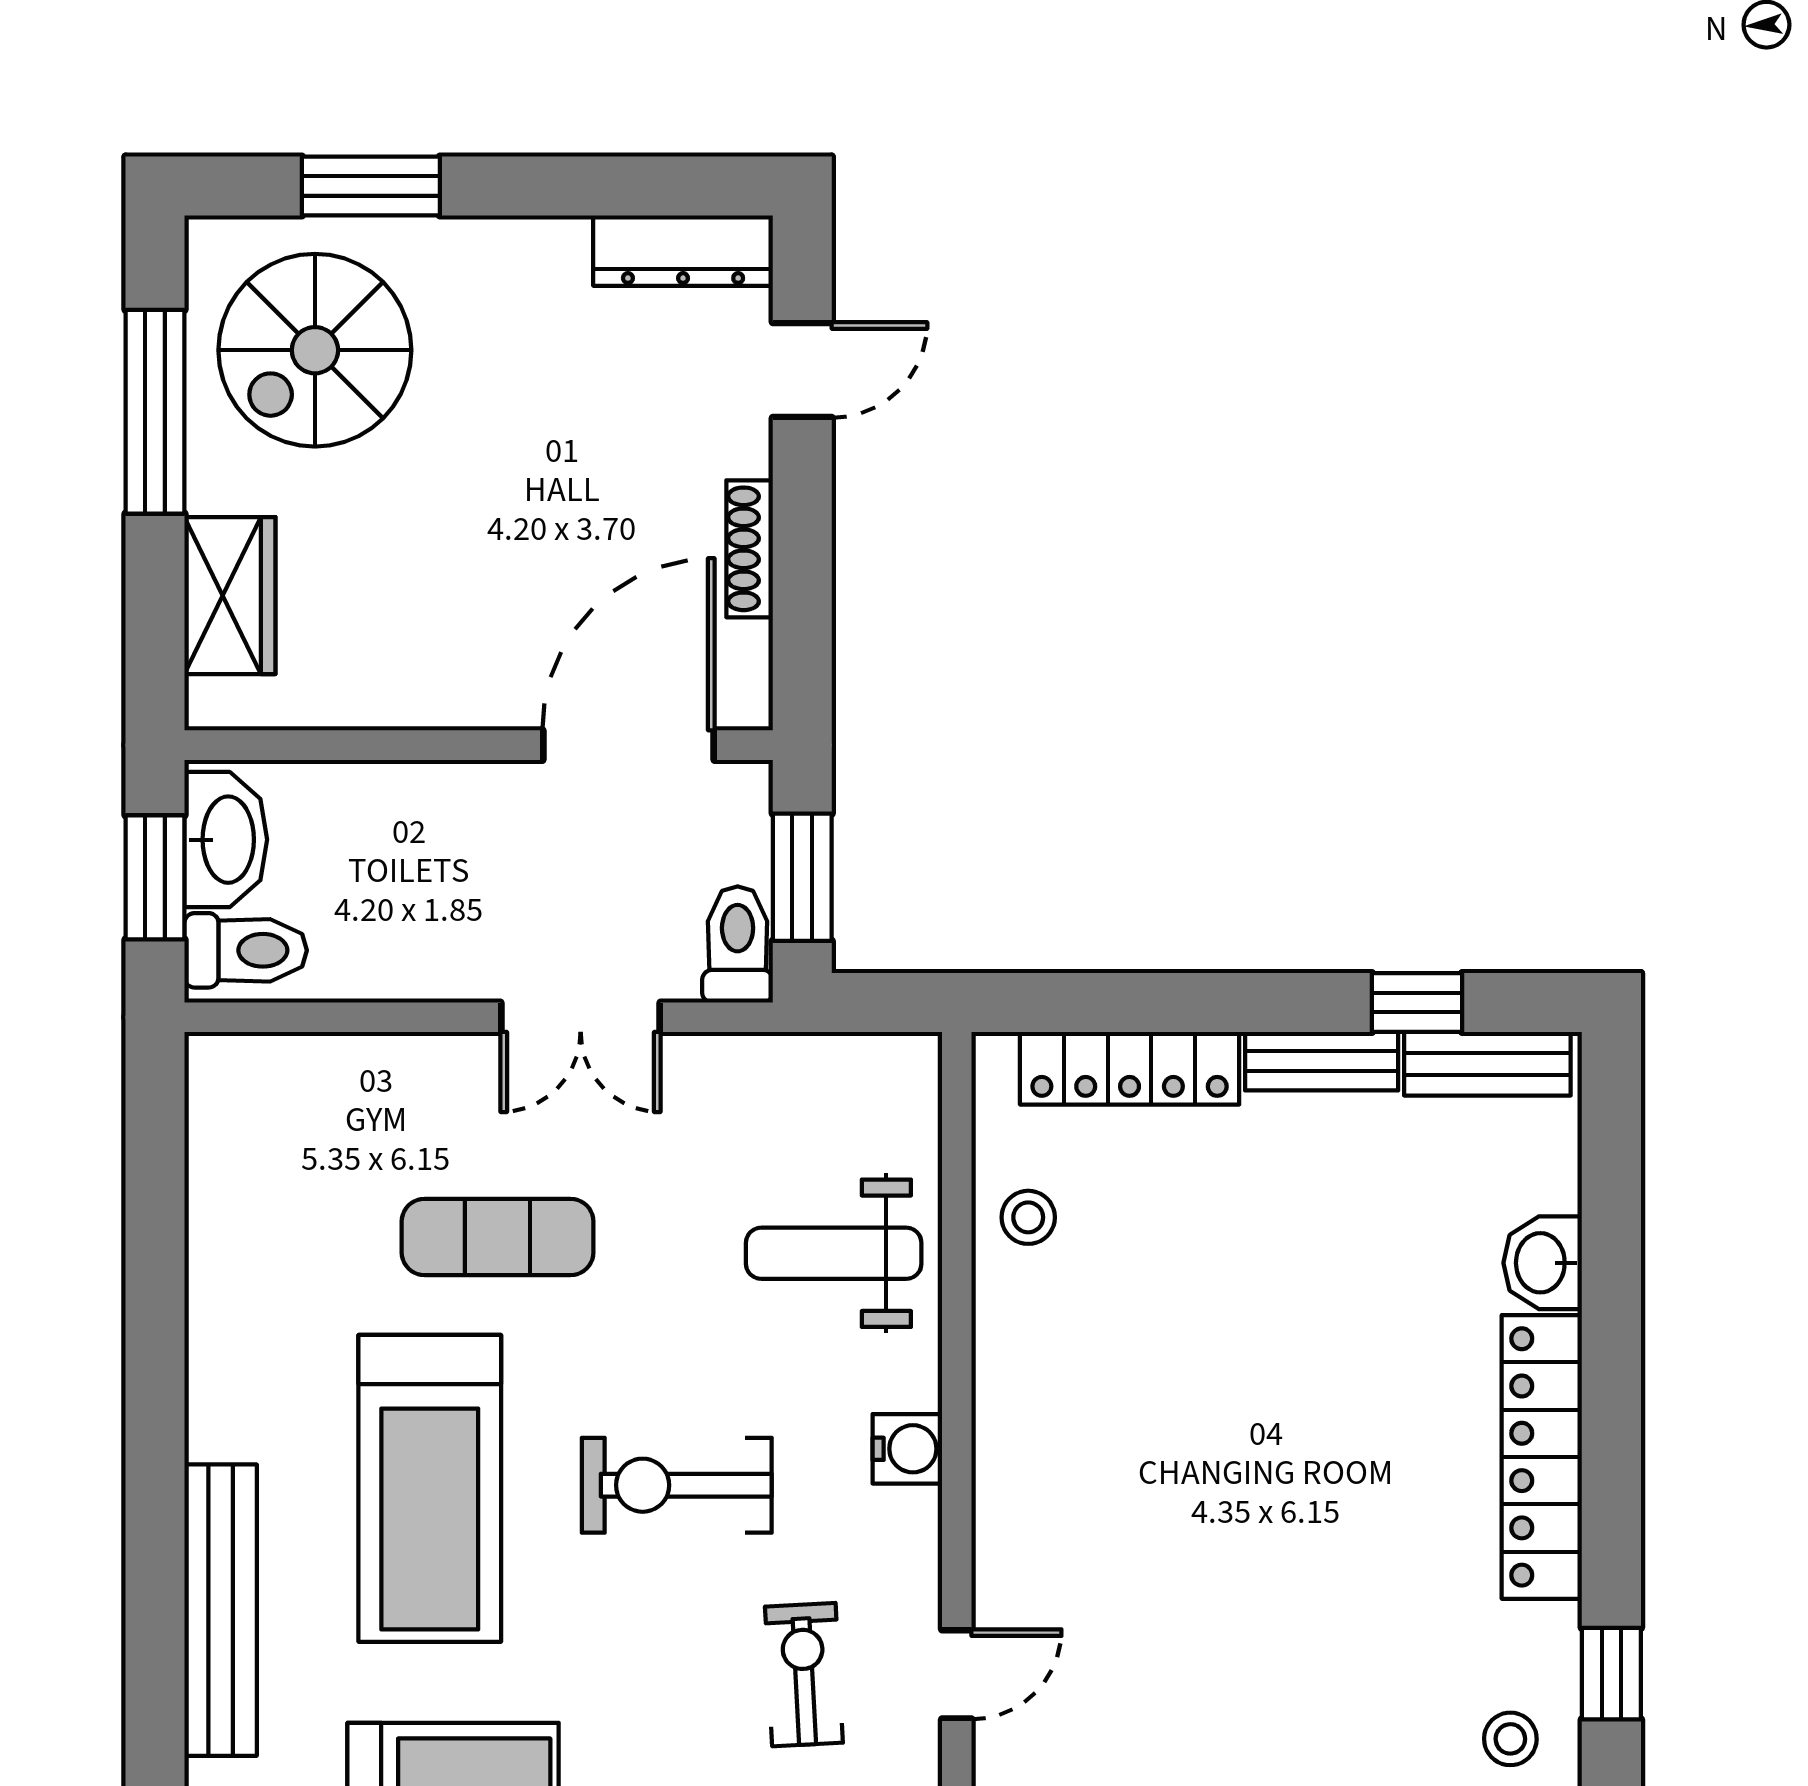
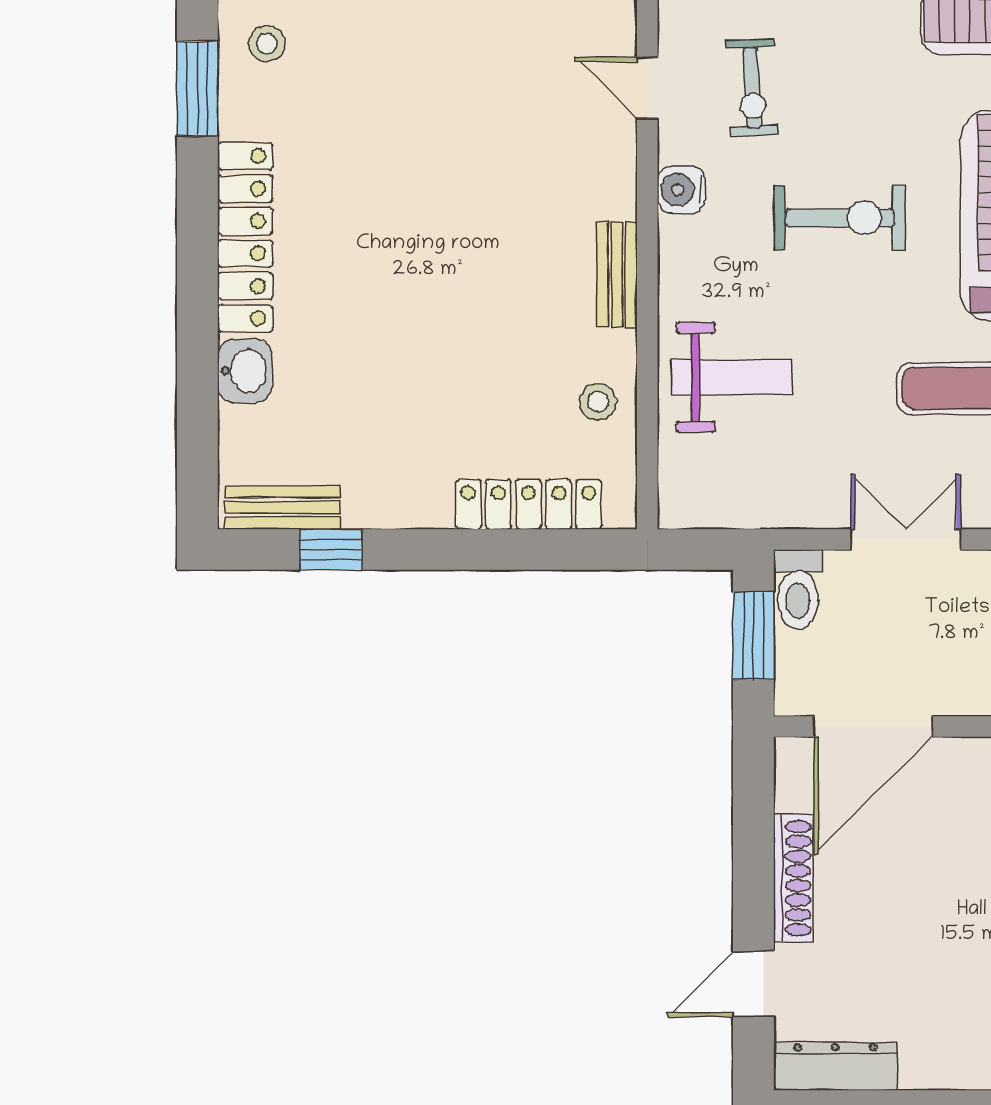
shoe rack: (750, 549) -> (793, 878), width x1.36, depth x1.24
bench: (1322, 1061) -> (617, 275), moved, turned 90
water cooler: (907, 1449) -> (681, 190), moved
door: (957, 1674) -> (647, 88), hinge flipped
window: (1611, 1674) -> (197, 88), width x1.50

